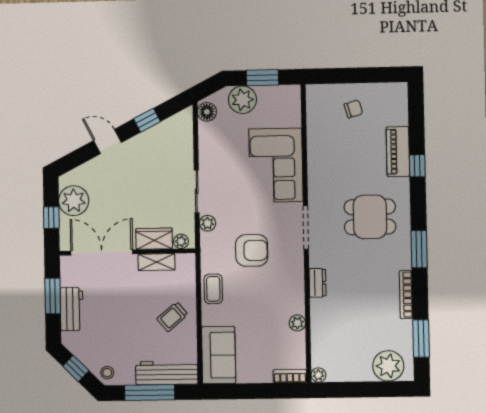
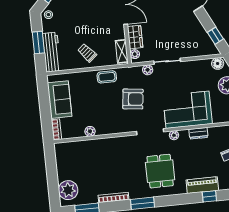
window: (147, 120) -> (215, 36), moved
window: (417, 166) -> (209, 196), moved
armchair: (252, 250) -> (133, 99), turned -83
shelving: (157, 262) -> (122, 51), moved
dresser: (317, 283) -> (198, 133), moved
sofa: (219, 355) -> (60, 100), moved, turned -90
plant: (318, 375) -> (174, 135), moved
window: (150, 393) -> (38, 42), width x0.69

